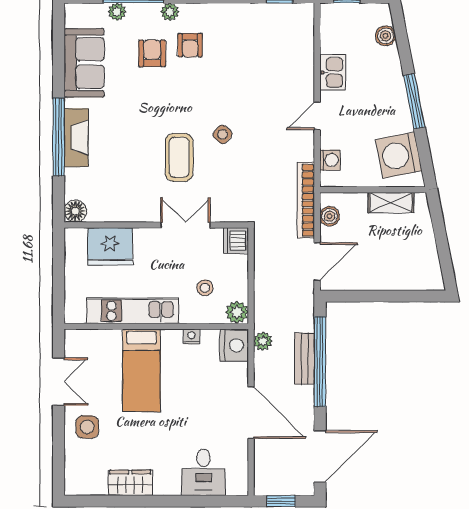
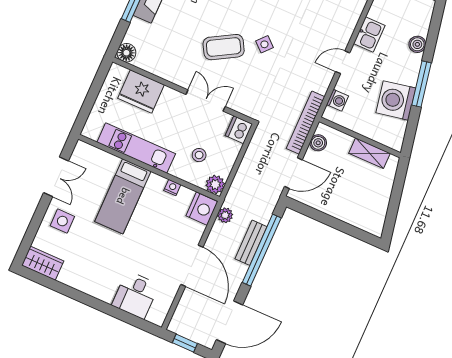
boiler: (386, 36) -> (417, 44), moved
washing machine: (399, 155) -> (396, 100), moved
coffee table: (179, 157) -> (224, 47), turned 60
wardrobe: (130, 483) -> (43, 263), moved

